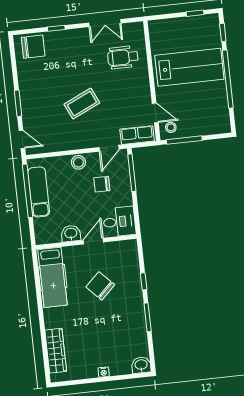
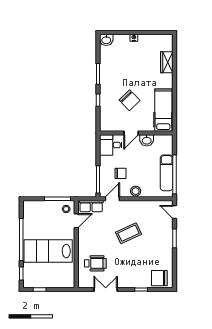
door: (155, 113) -> (76, 221), swing flipped
wardrobe: (56, 351) -> (167, 62), width x0.67

